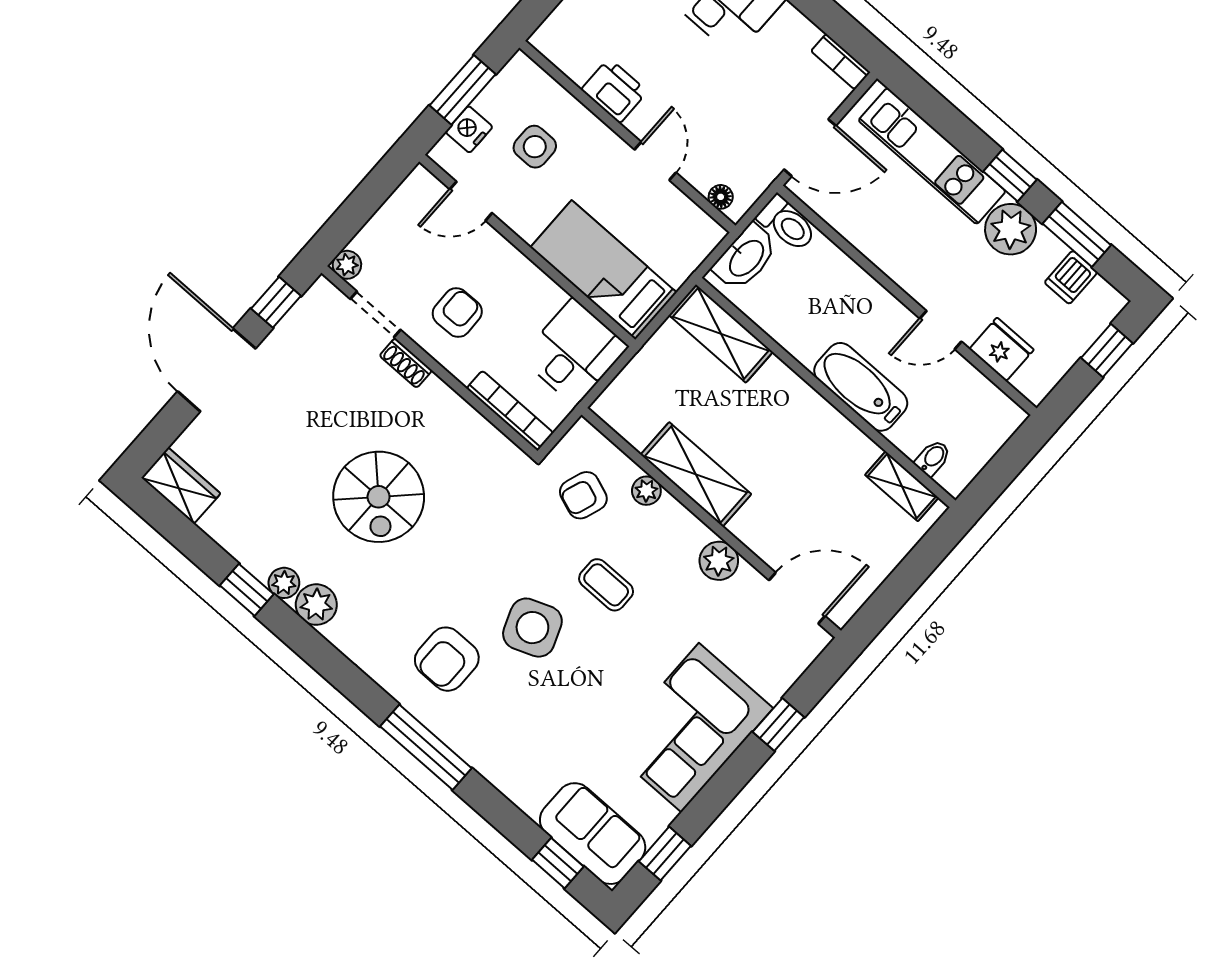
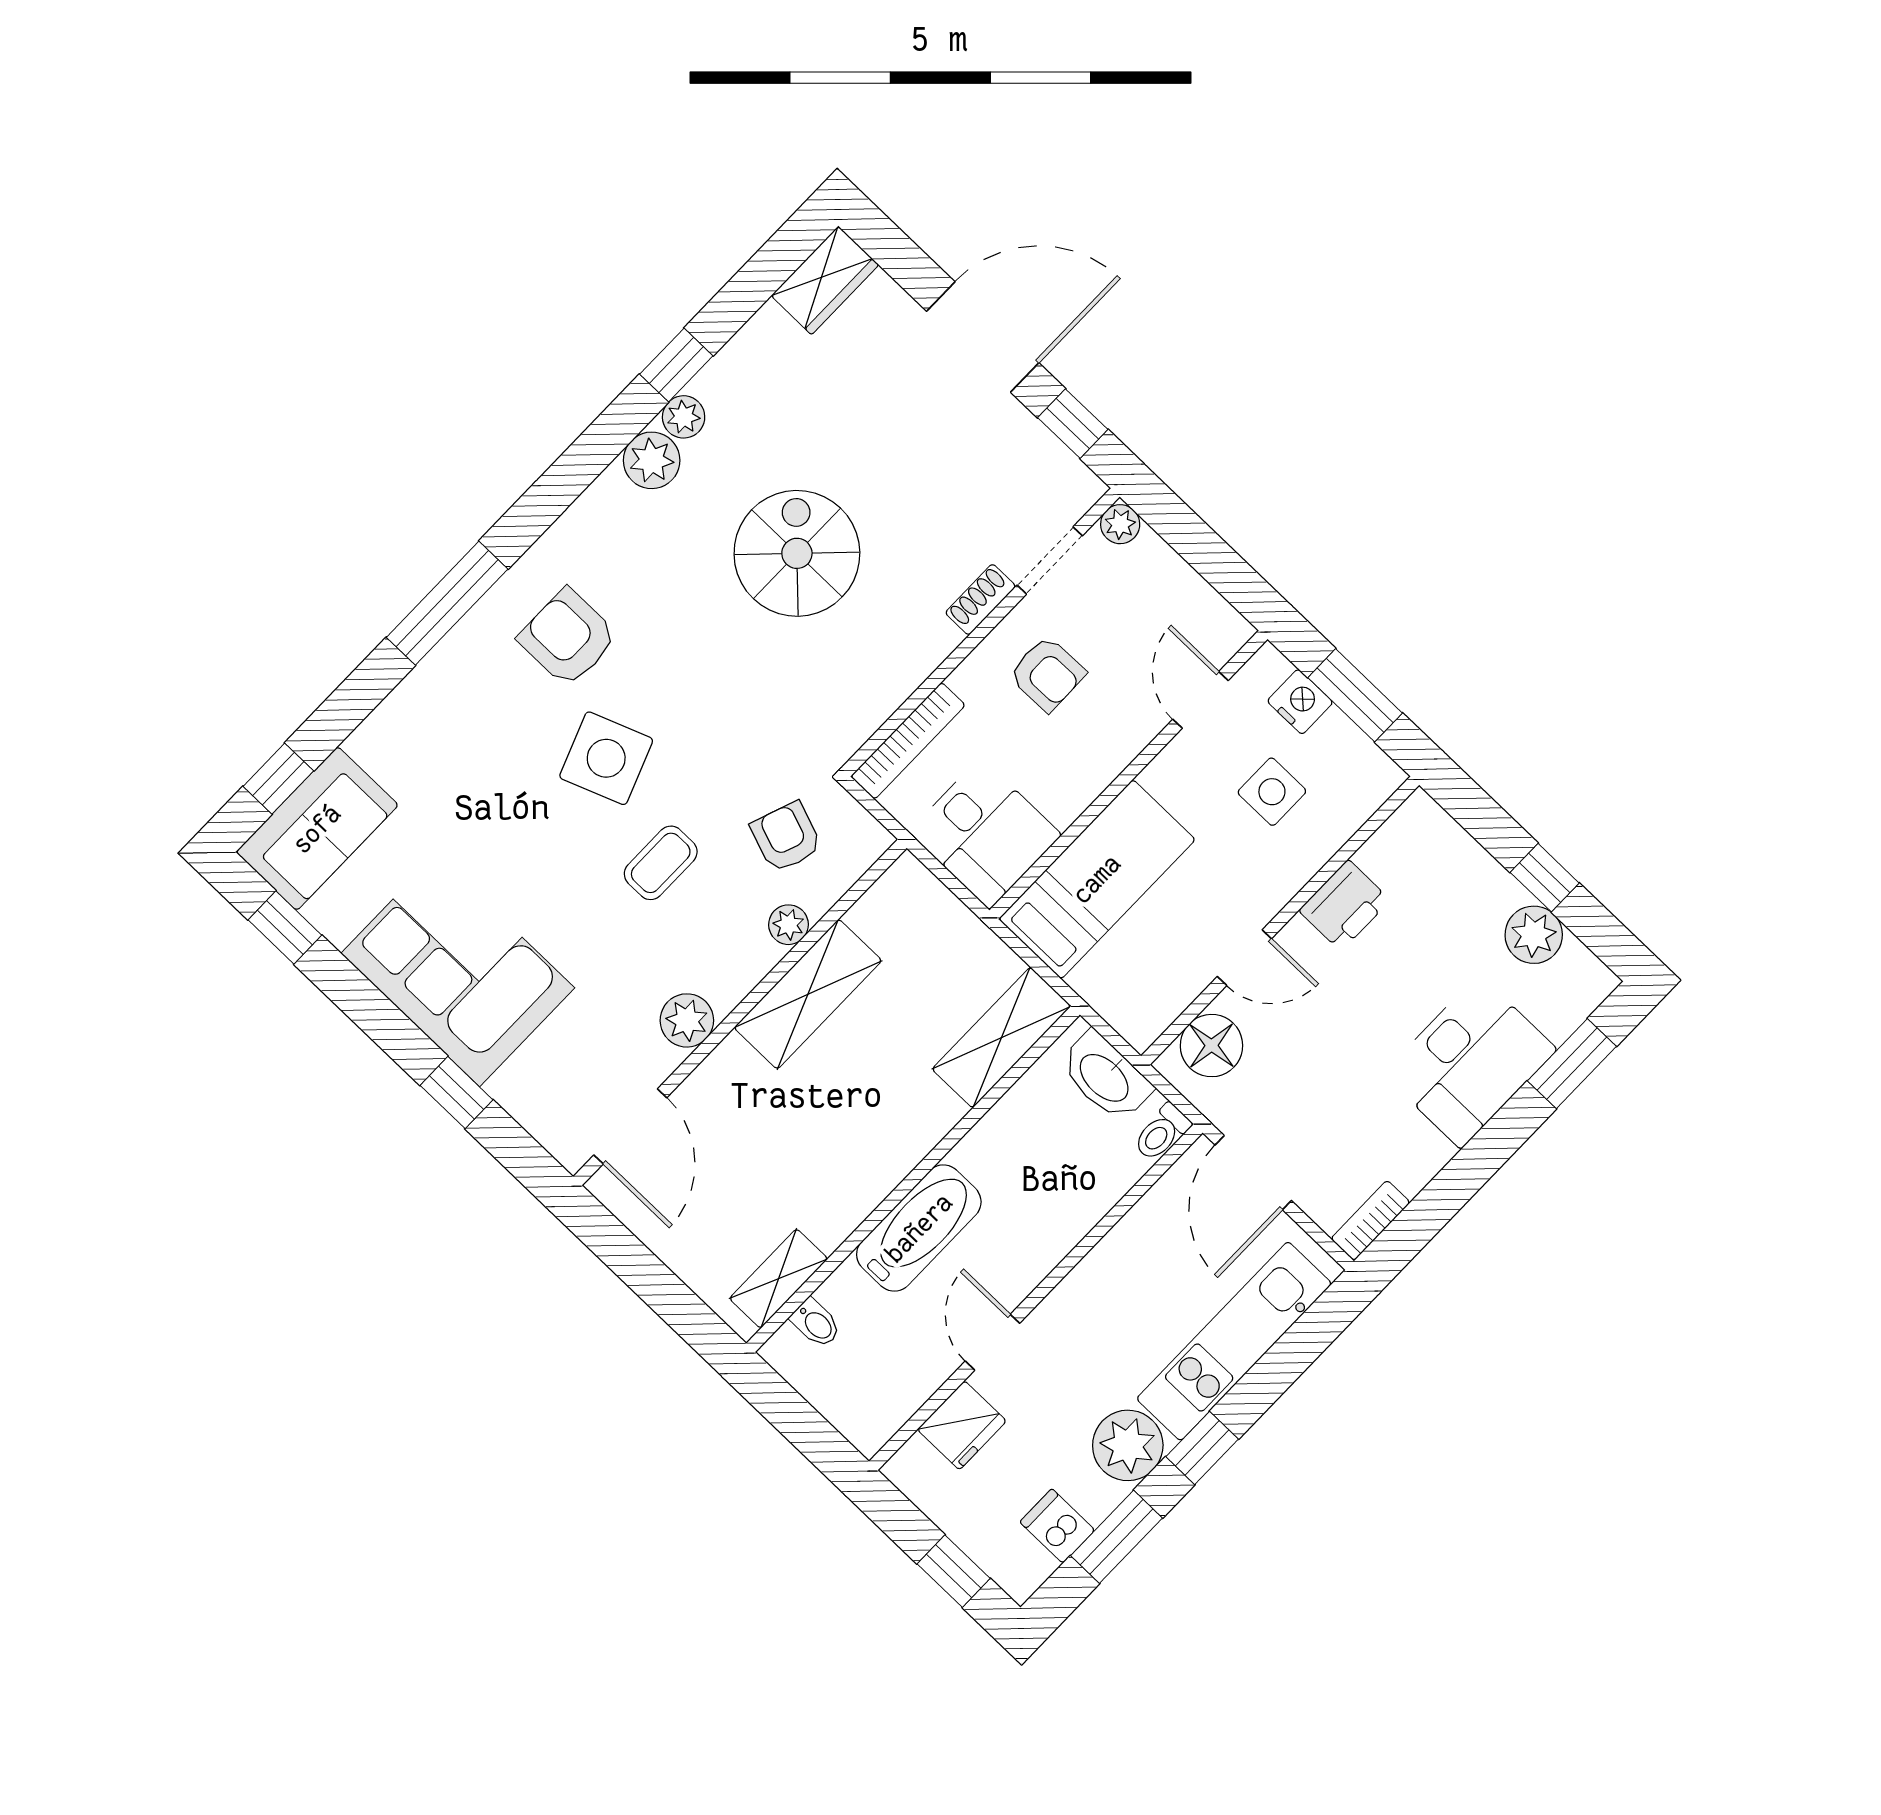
floor lamp: (721, 197) -> (1211, 1046), width x1.89, depth x1.89
toilet: (787, 224) -> (1162, 1132), width x0.73, depth x0.72
spiral stairs: (379, 497) -> (797, 553), turned 90

